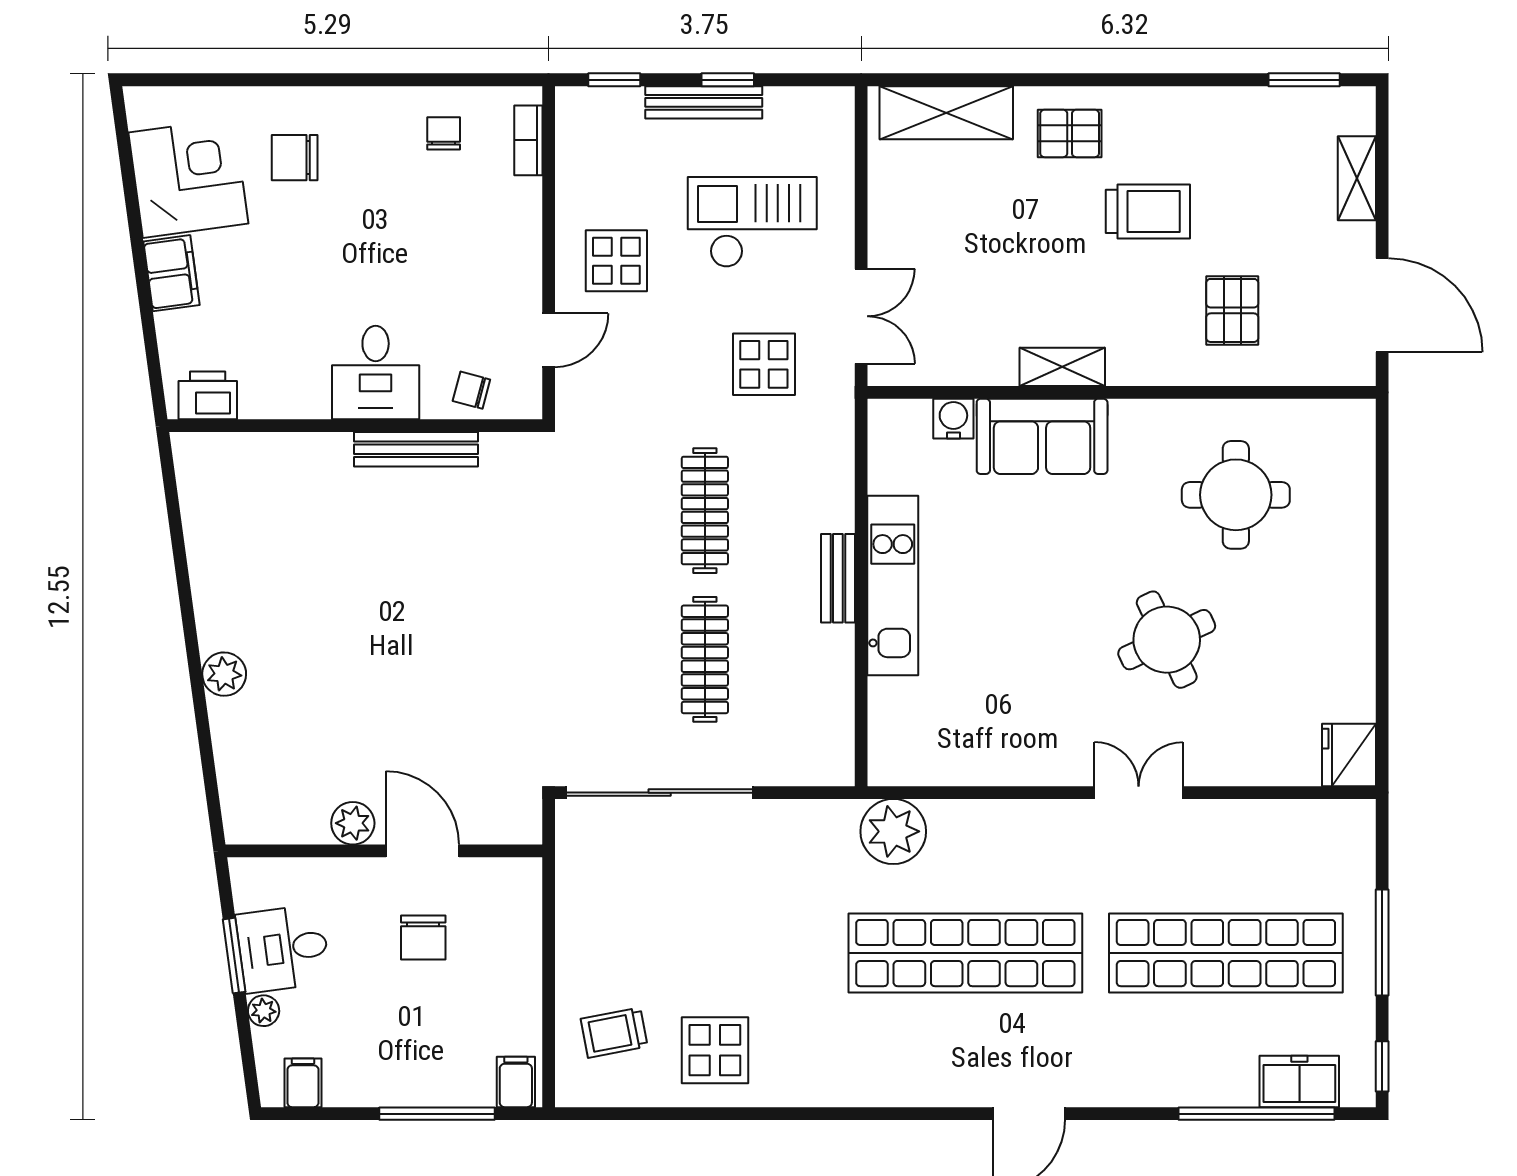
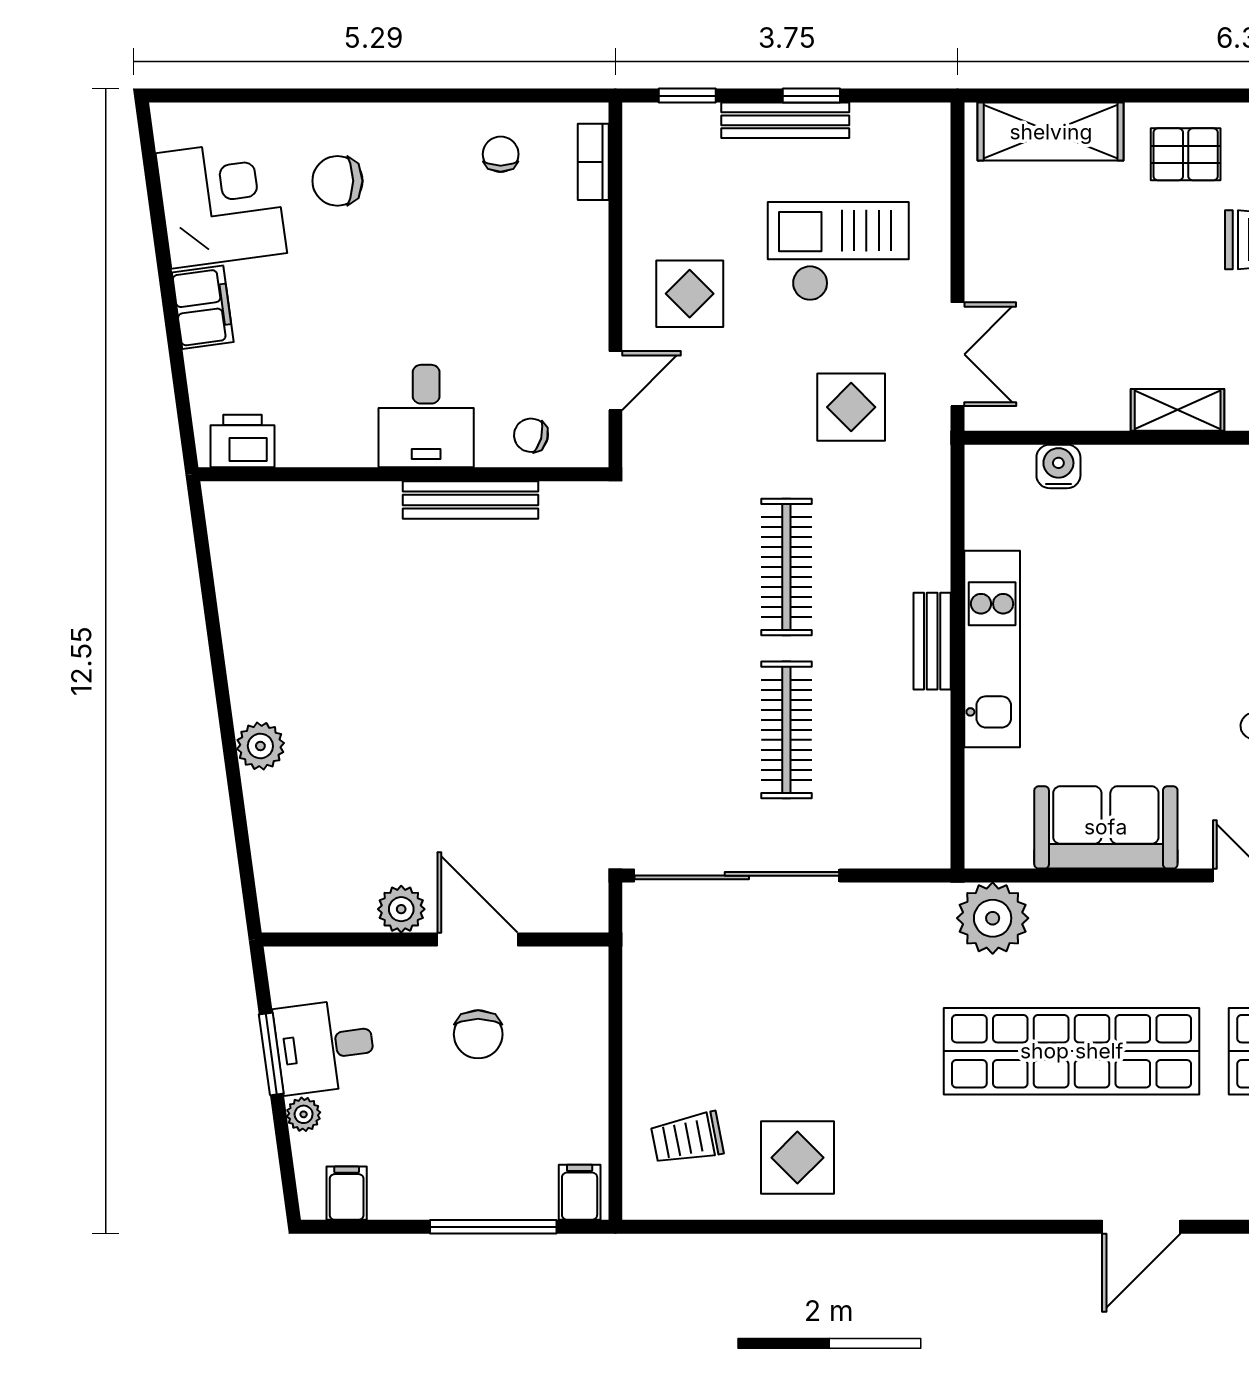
sofa: (1042, 436) -> (1106, 827), moved, turned 180

